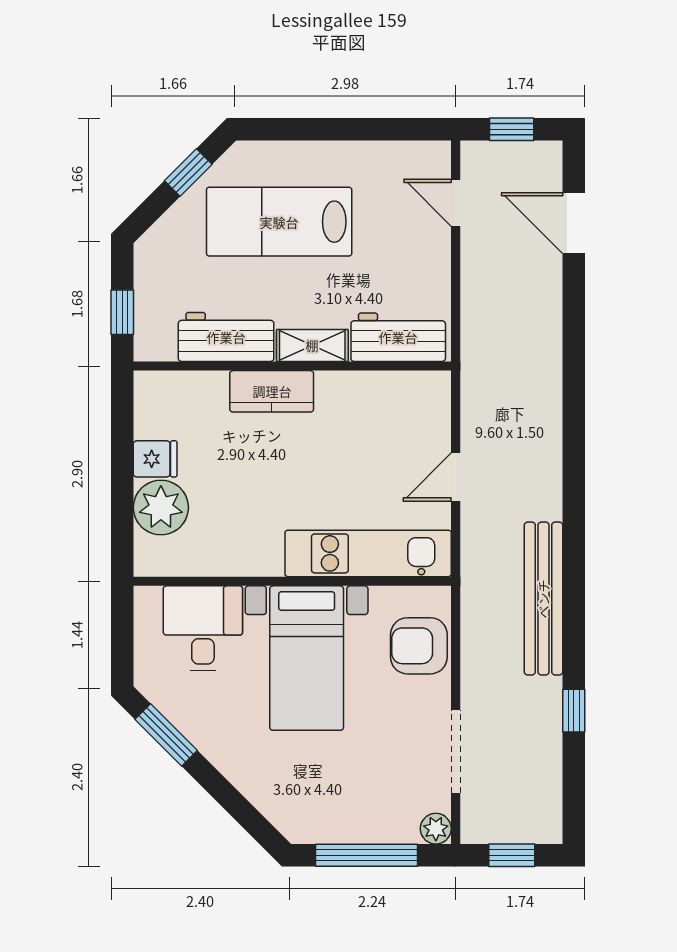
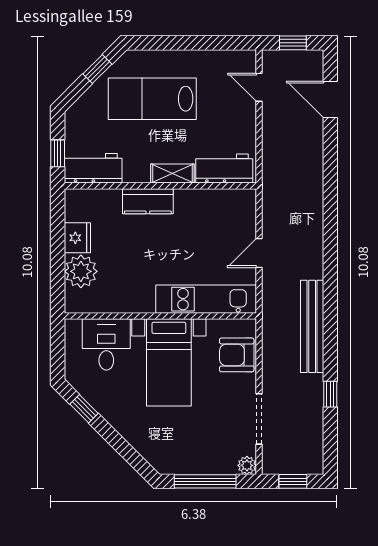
workbench: (226, 337) -> (93, 168), moved
fridge: (155, 459) -> (77, 238), width x1.38
window: (166, 735) -> (84, 409), width x0.67

